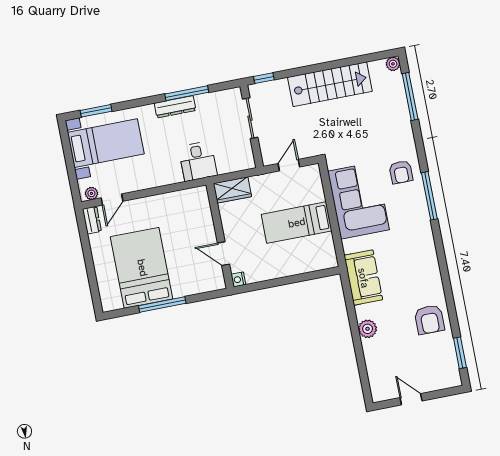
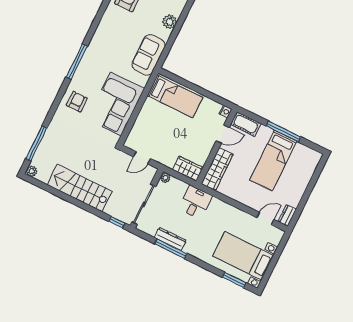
dresser: (175, 107) -> (170, 239), moved
sliding door: (250, 118) -> (144, 204), width x1.37
plant: (91, 193) -> (165, 178), moved
window: (429, 196) -> (77, 62), moved
wardrobe: (201, 213) -> (217, 169), added
bed: (297, 223) -> (175, 96), moved
door: (223, 254) -> (223, 134), hinge flipped
bed: (142, 268) -> (273, 161), width x0.67
cot: (207, 282) -> (246, 124), added

